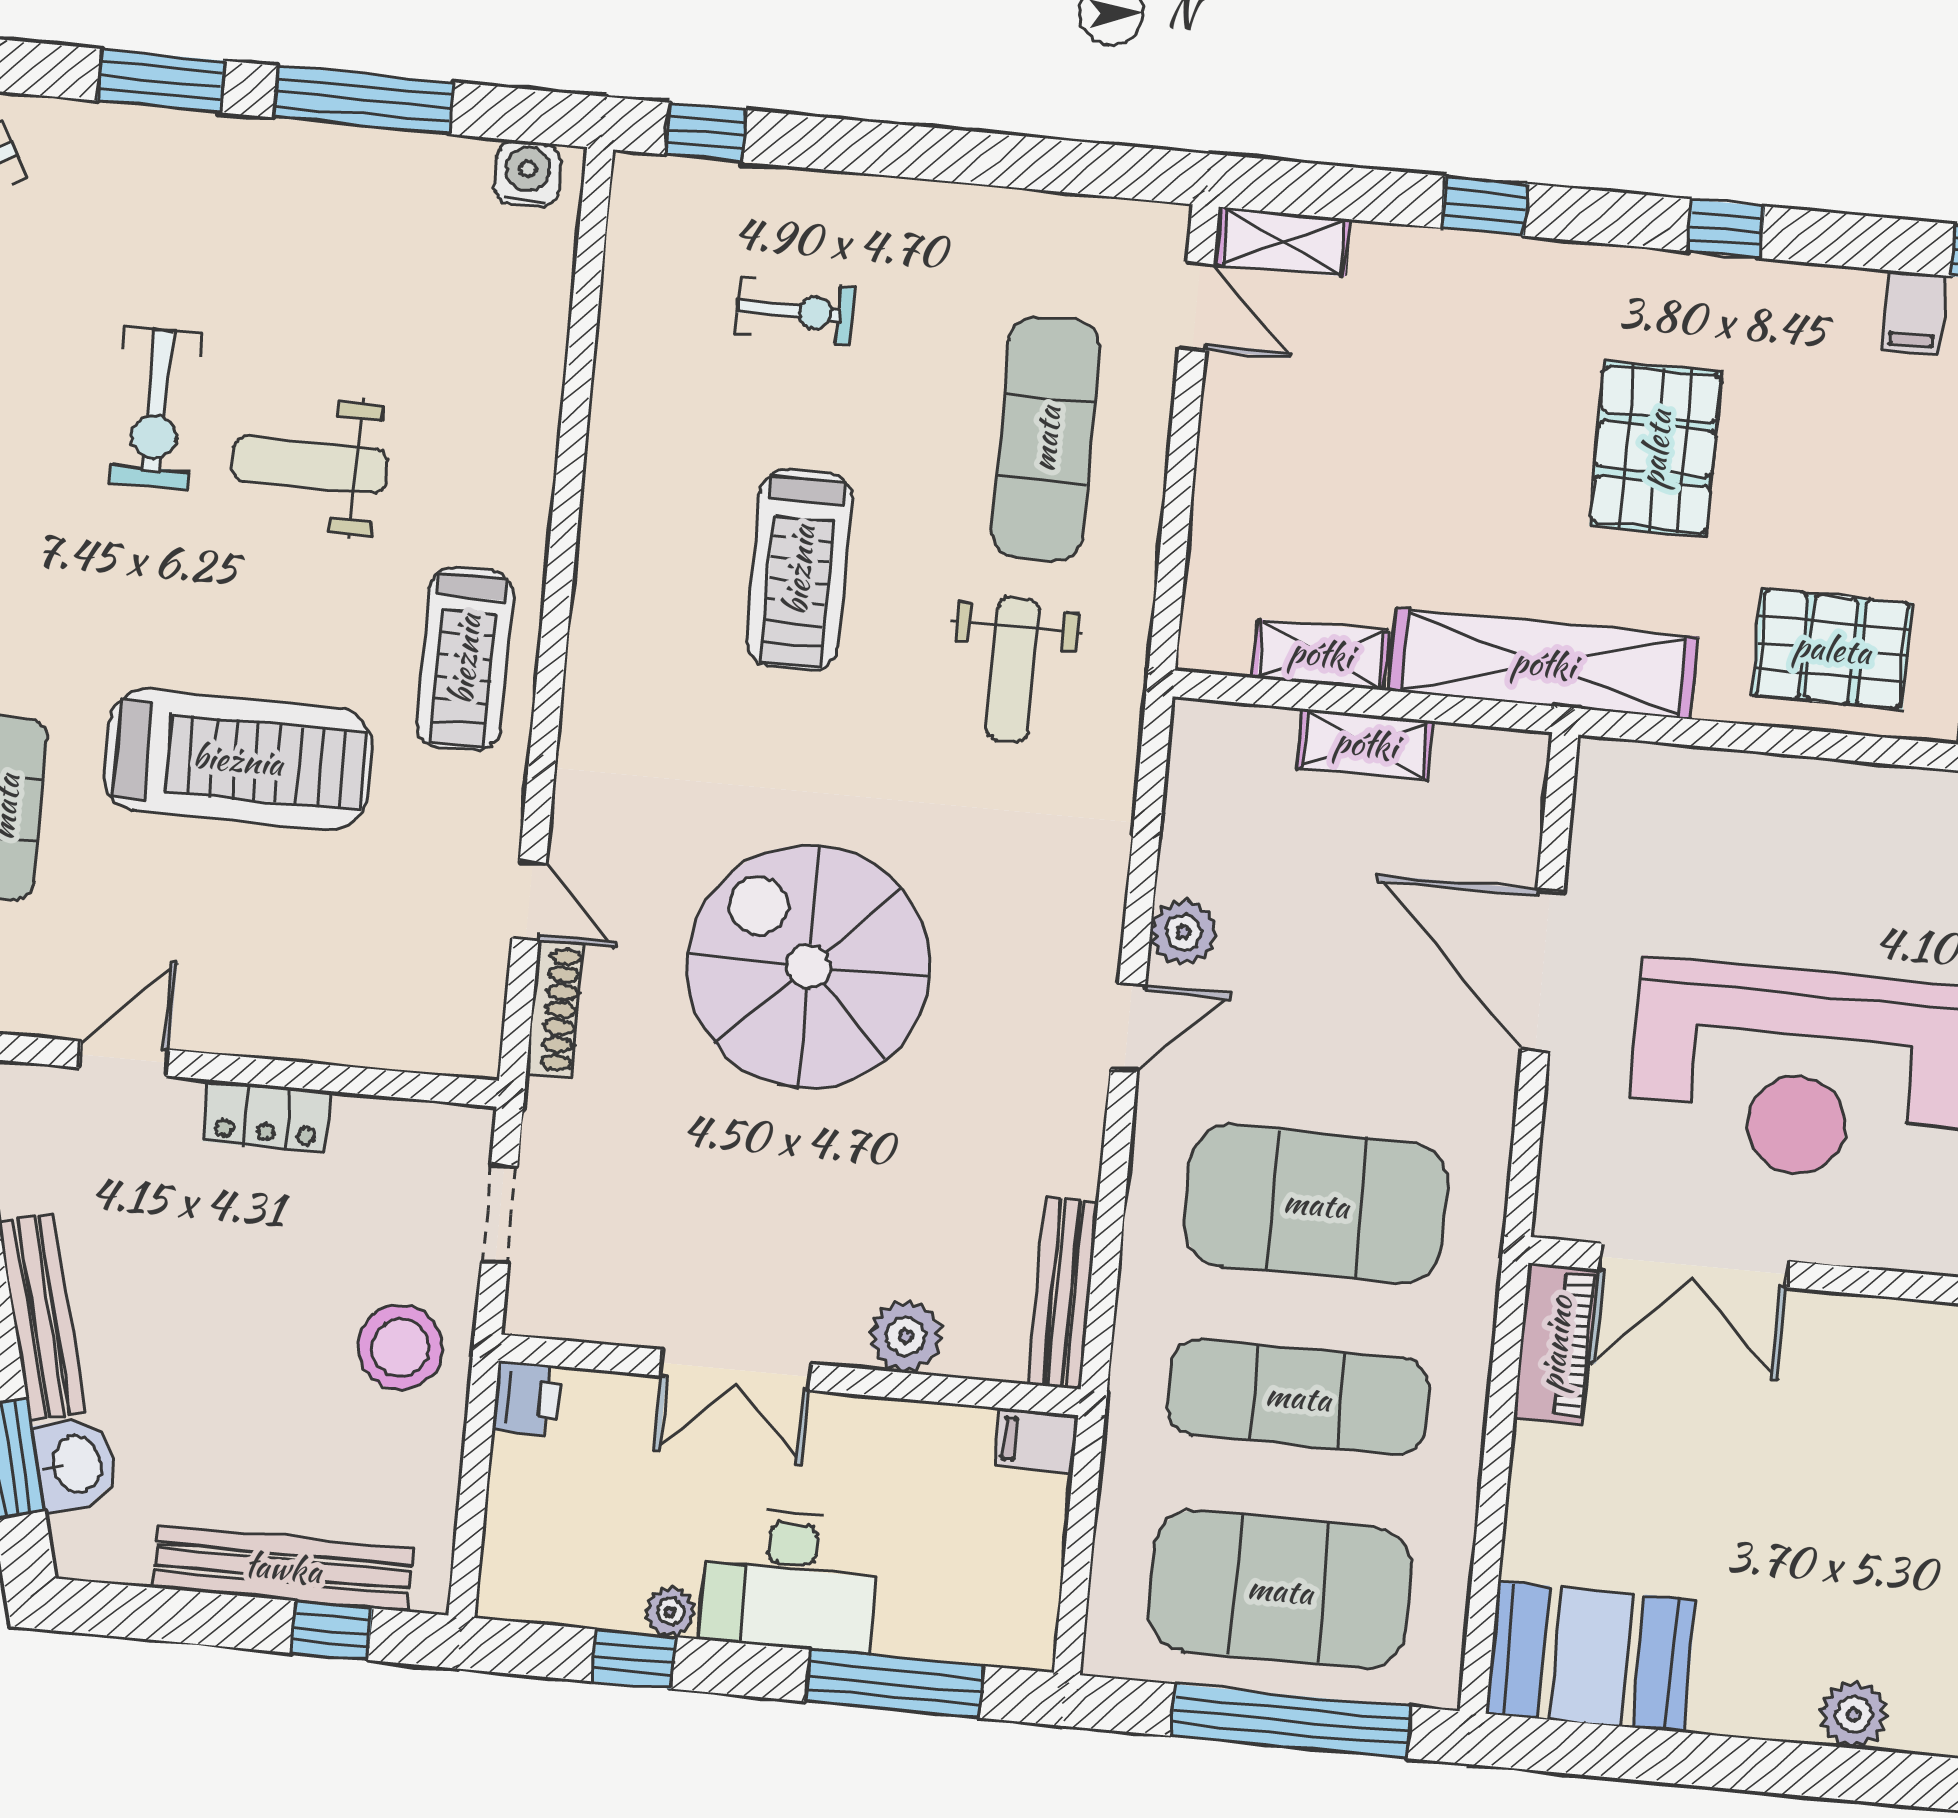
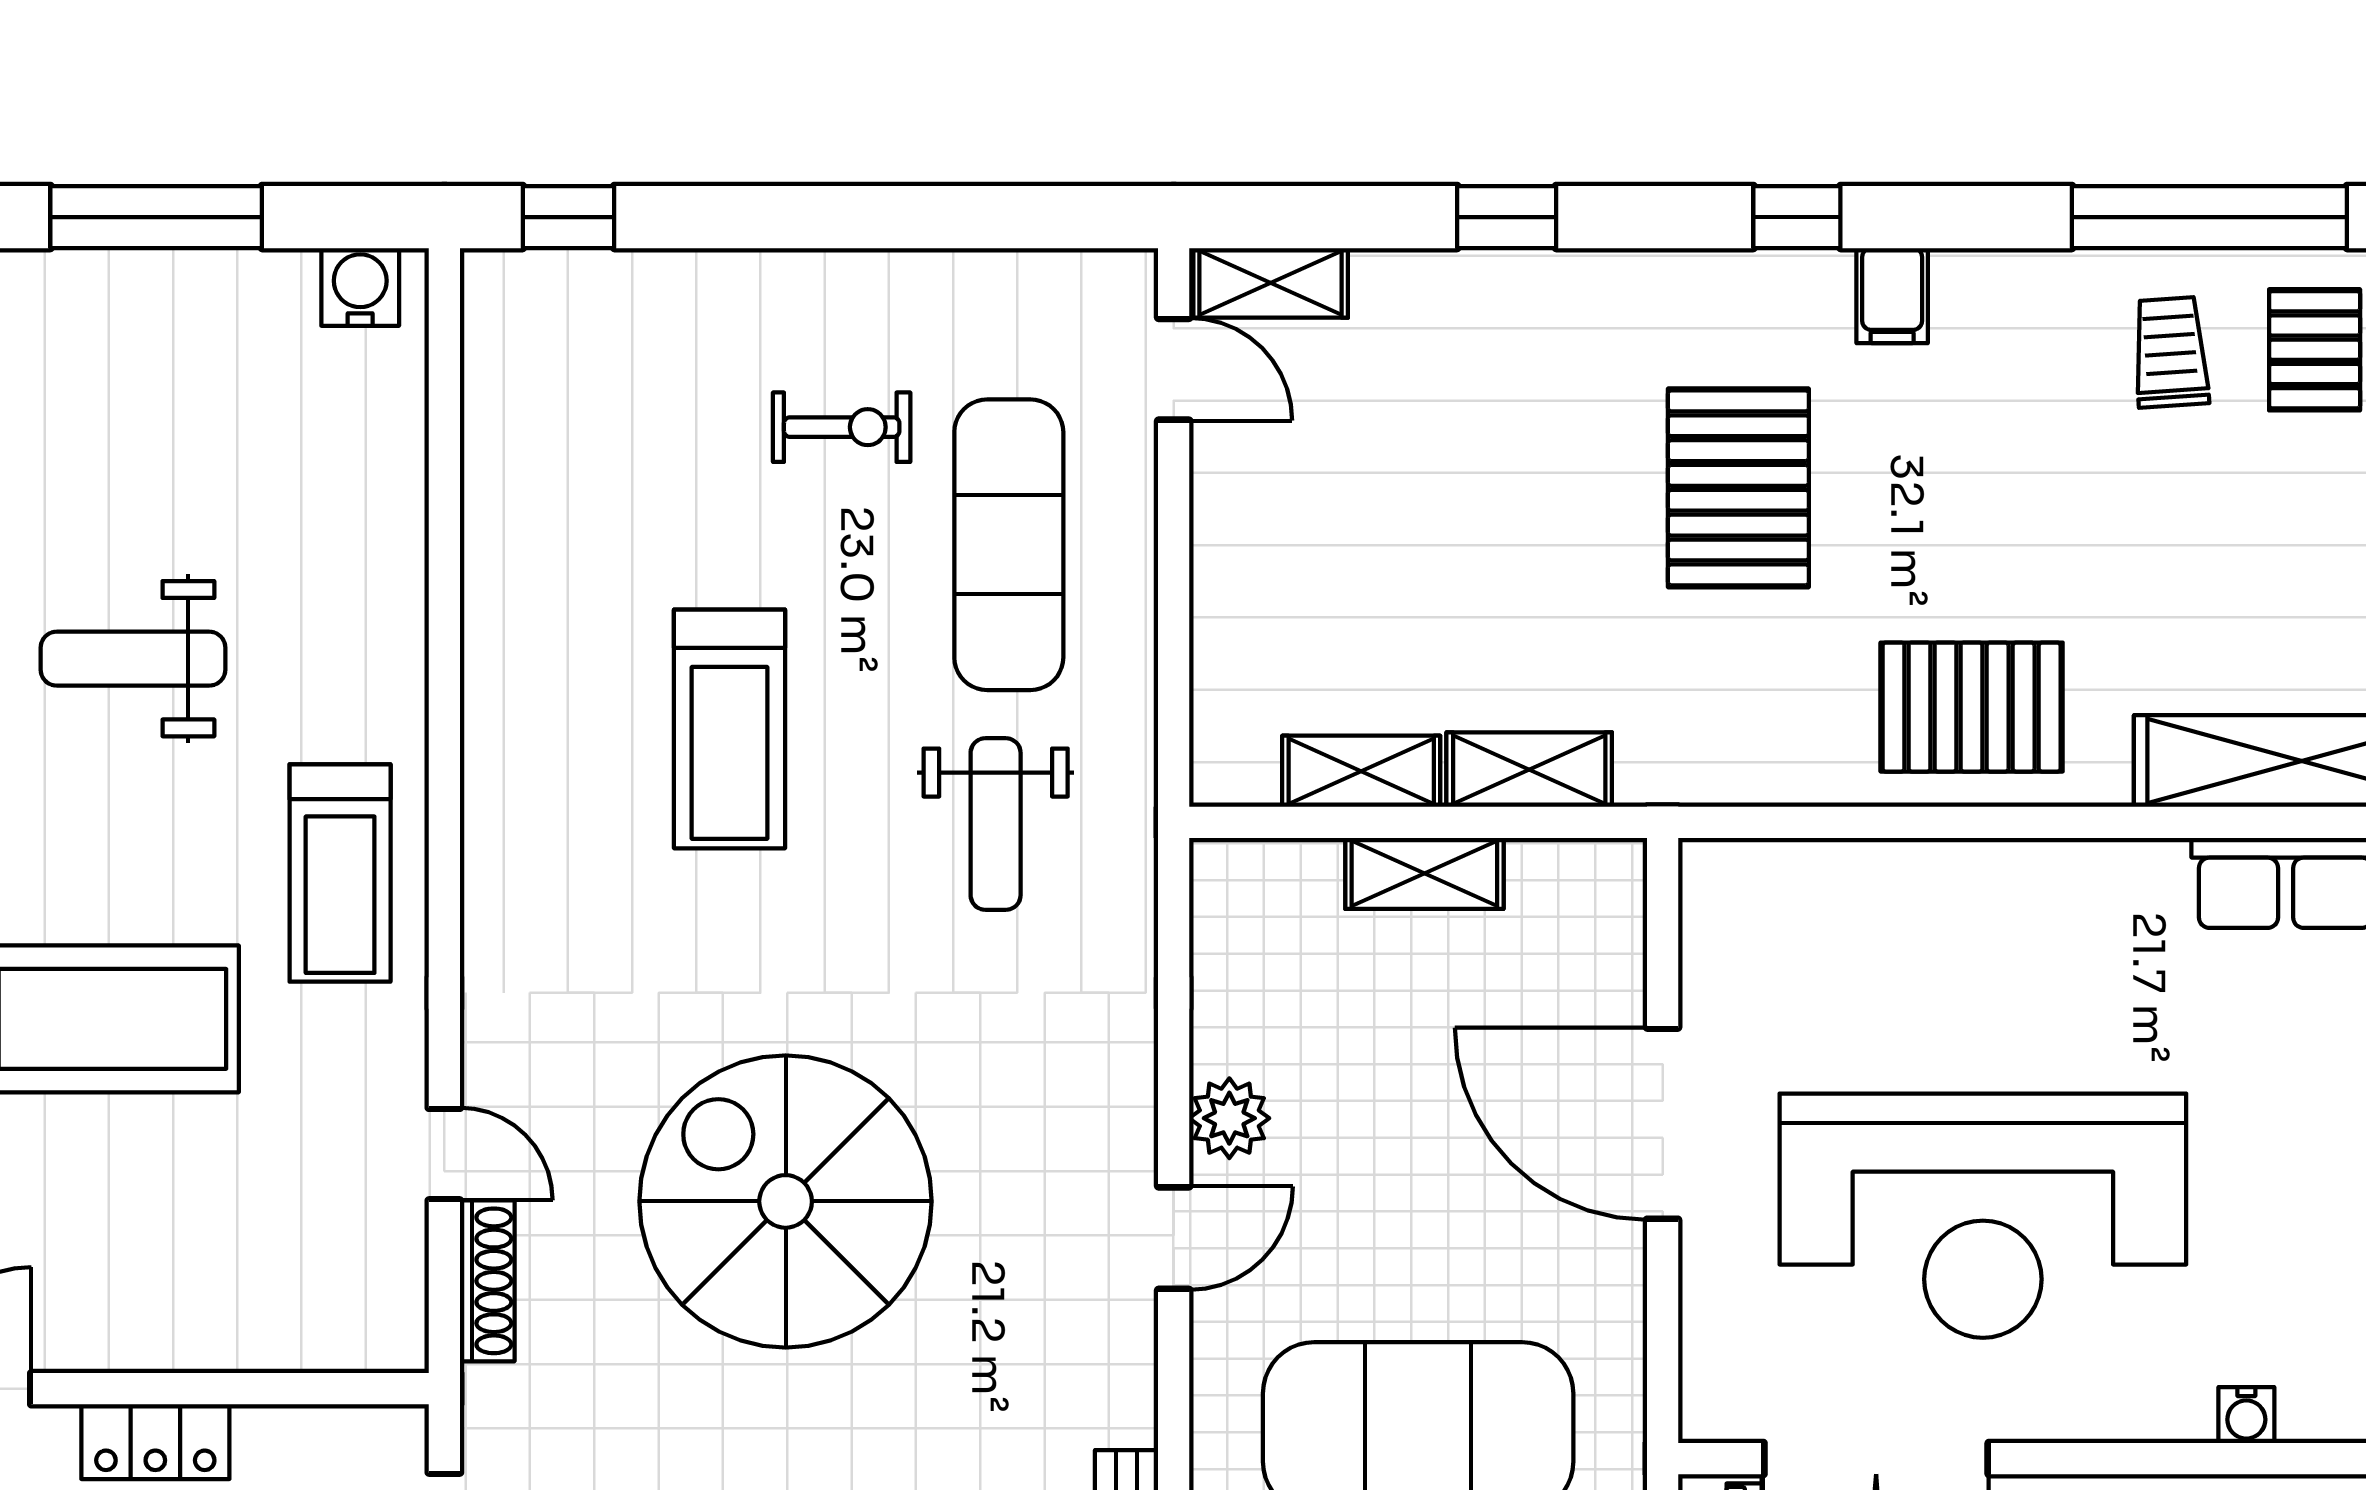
exercise bike: (795, 311) -> (842, 427), moved
filing cabinet: (1914, 312) -> (1892, 296), moved
shelving: (1543, 664) -> (1529, 770), width x0.45, depth x0.75

